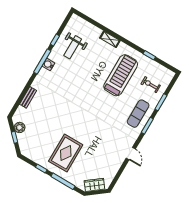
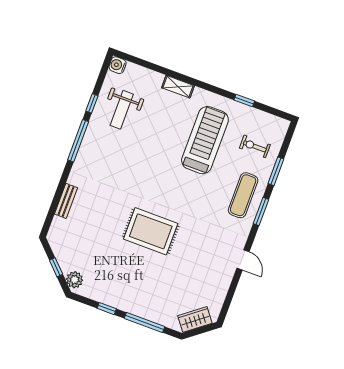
water cooler: (48, 64) -> (118, 65), moved
plant: (20, 127) -> (75, 280), moved
rug: (66, 153) -> (151, 231), moved, turned 90

